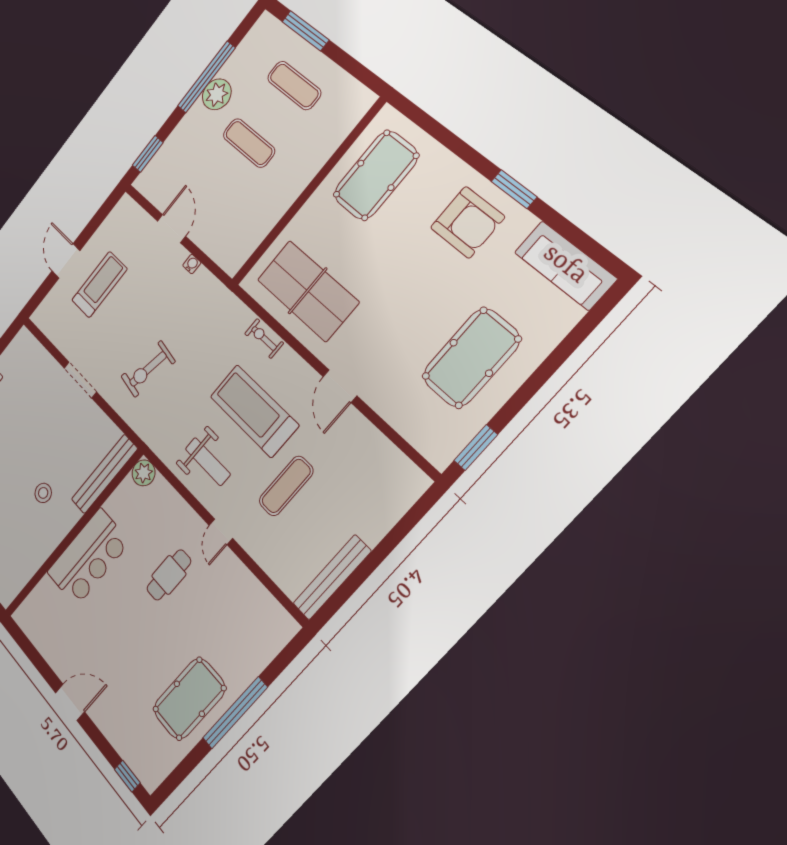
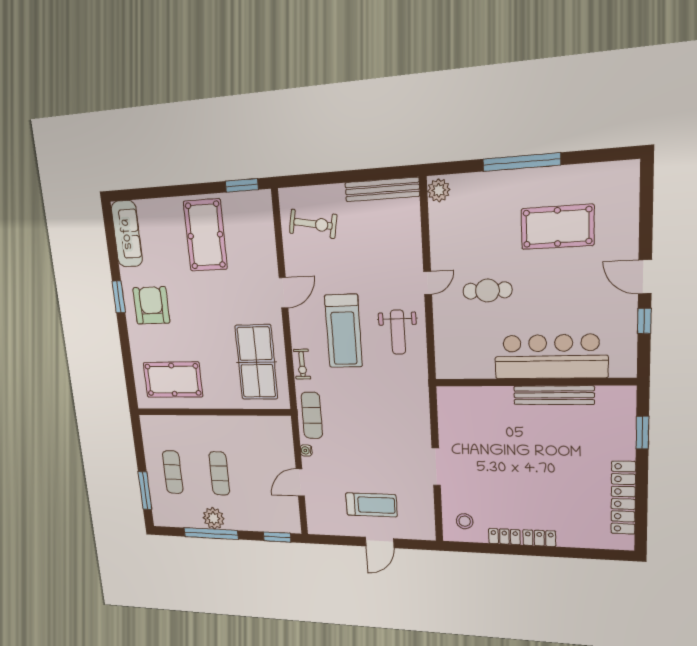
treadmill: (99, 285) -> (371, 505), turned 180
pool table: (471, 358) -> (205, 235), turned 90
exercise bike: (148, 369) -> (313, 224), moved
weight bench: (208, 462) -> (398, 332), turned 180
plant: (144, 473) -> (439, 190), moved
bench: (104, 474) -> (554, 395), moved
exercise mat: (286, 486) -> (312, 415), moved, turned 90
stool: (43, 493) -> (465, 521), moved
bar counter: (88, 557) -> (551, 357), width x1.36
pool table: (189, 699) -> (557, 227), moved
window: (127, 776) -> (644, 321), moved

